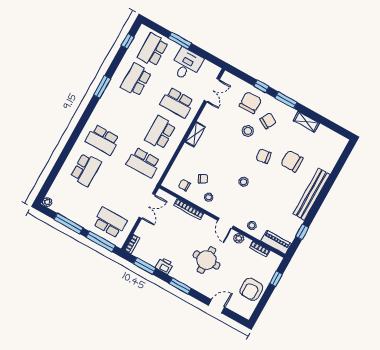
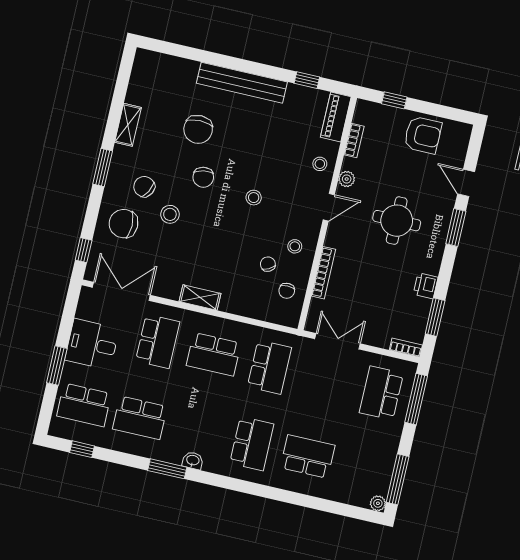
window: (261, 86) -> (84, 250), moved
double door: (212, 90) -> (121, 291), width x1.37
washbasin: (103, 103) -> (193, 461), added
window: (69, 223) -> (398, 479), moved
window: (180, 286) -> (456, 227), moved

